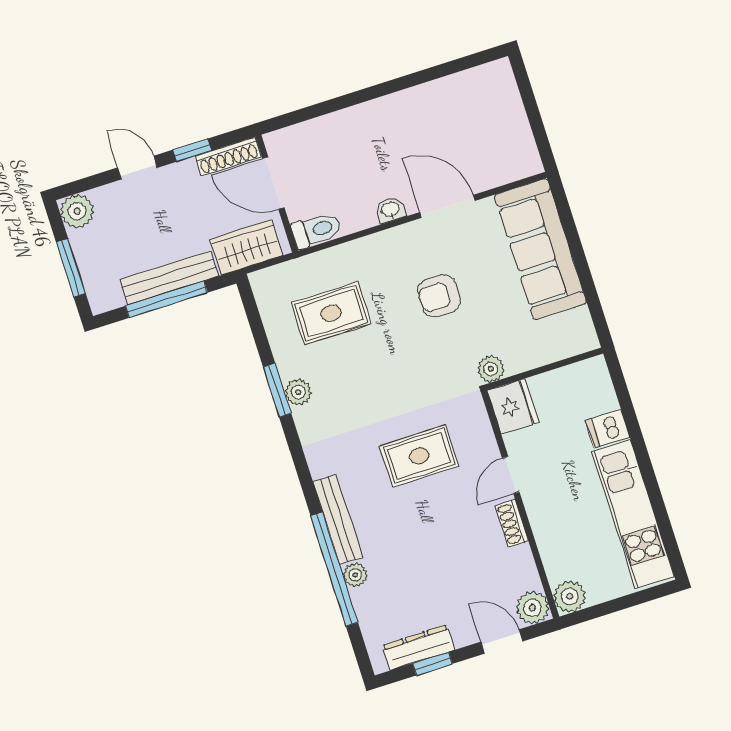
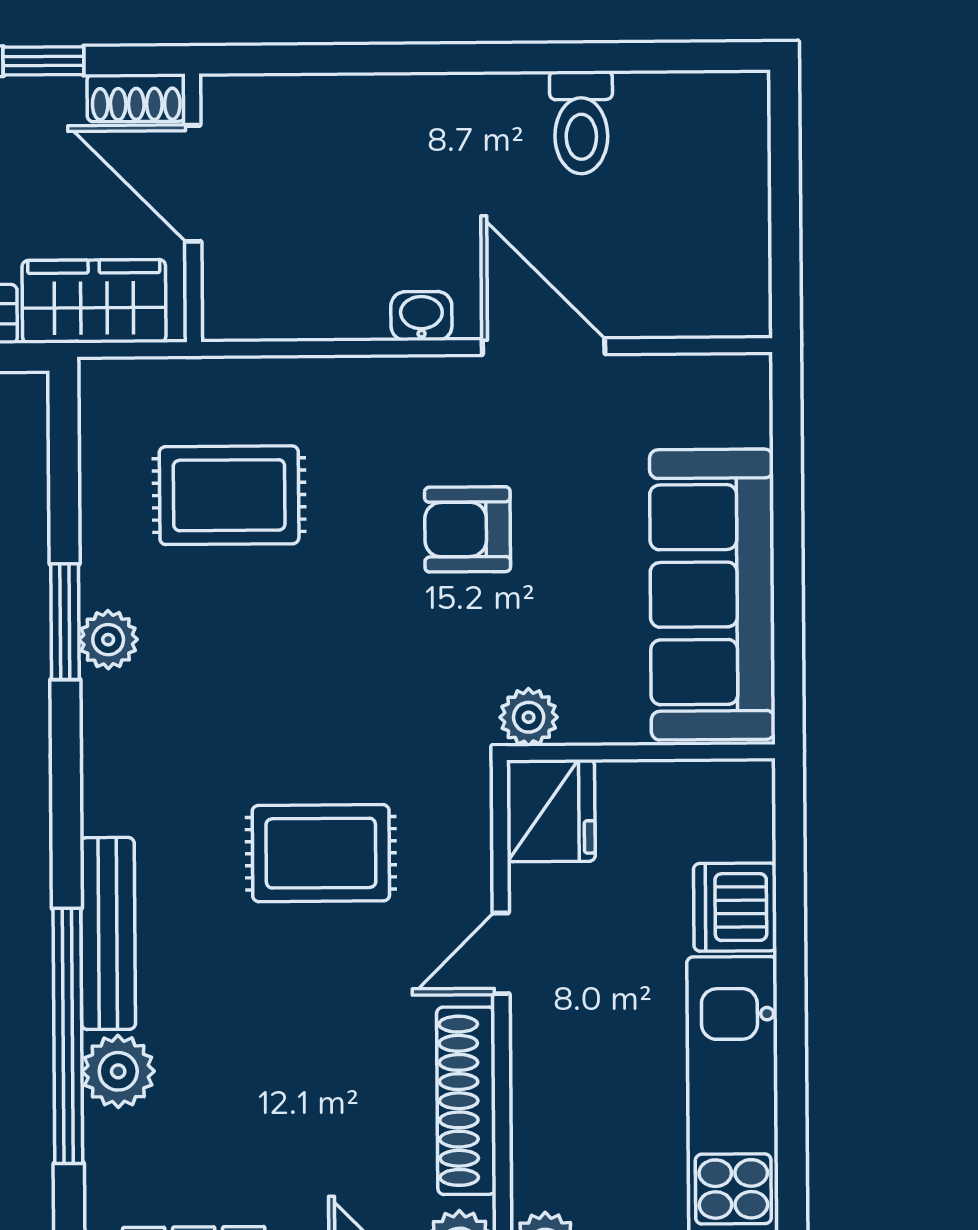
shoe rack: (228, 157) -> (136, 98), width x0.70
toilet: (316, 230) -> (581, 122), moved, turned 90
sofa: (540, 249) -> (712, 595), moved
dishwasher: (608, 429) -> (735, 907), width x1.38
shoe rack: (512, 523) -> (466, 1101), width x1.94, depth x1.24
plant: (355, 575) -> (118, 1071), width x1.38, depth x1.38

